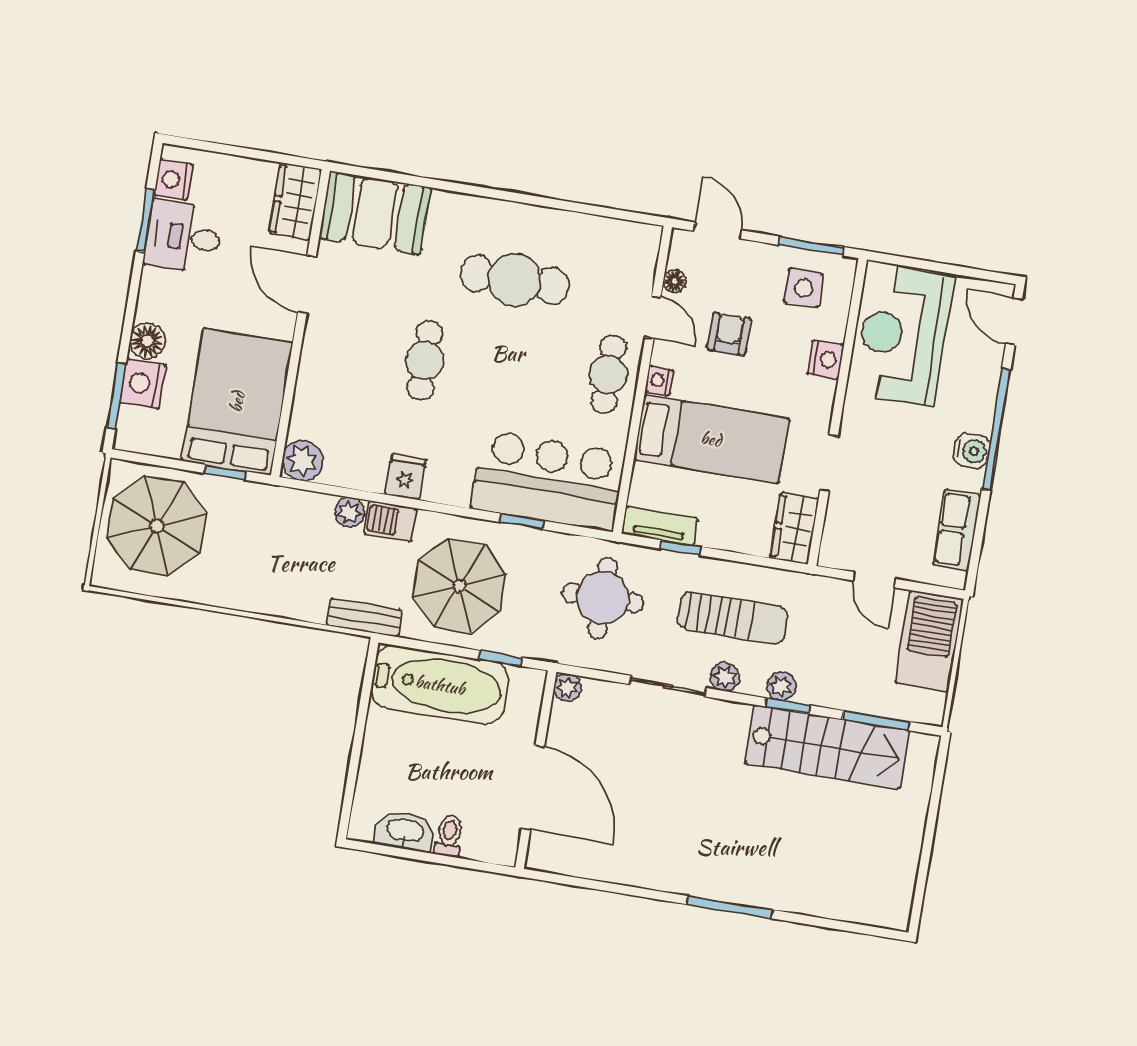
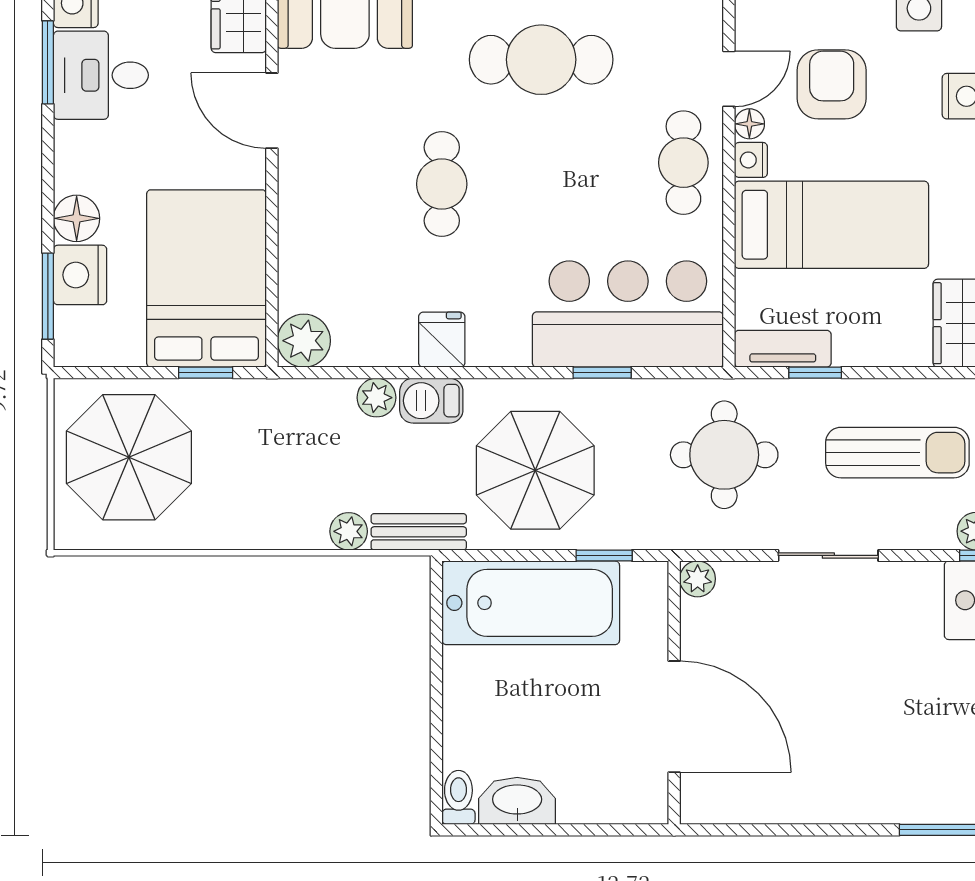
floor lamp: (675, 281) -> (749, 124), moved
door: (653, 317) -> (729, 79), hinge flipped
armchair: (729, 334) -> (832, 84), width x1.38, depth x1.38
plant: (725, 677) -> (349, 531), moved
toilet: (449, 836) -> (458, 797), moved

